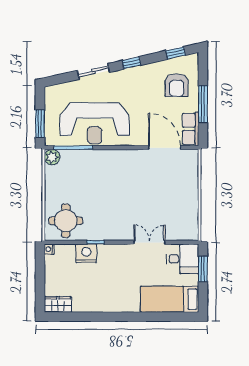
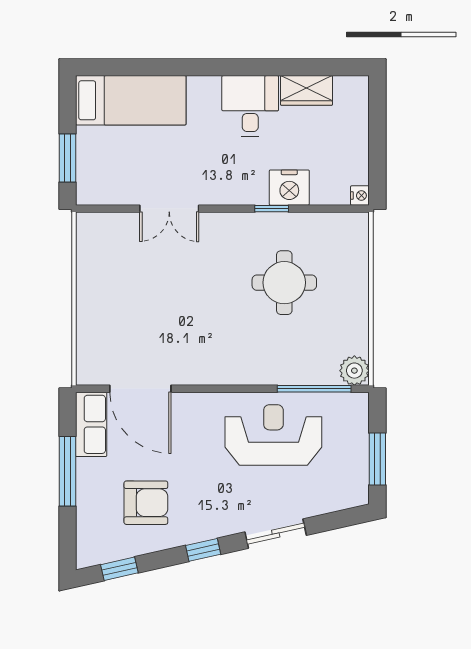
armchair: (177, 85) -> (146, 503), moved, turned 90
reception desk: (95, 123) -> (273, 435), width x0.74, depth x0.77
window: (40, 124) -> (377, 459), moved
round table: (66, 221) -> (284, 283), moved
desk: (183, 259) -> (250, 106), moved, turned 90
wardrobe: (58, 304) -> (307, 90), moved

